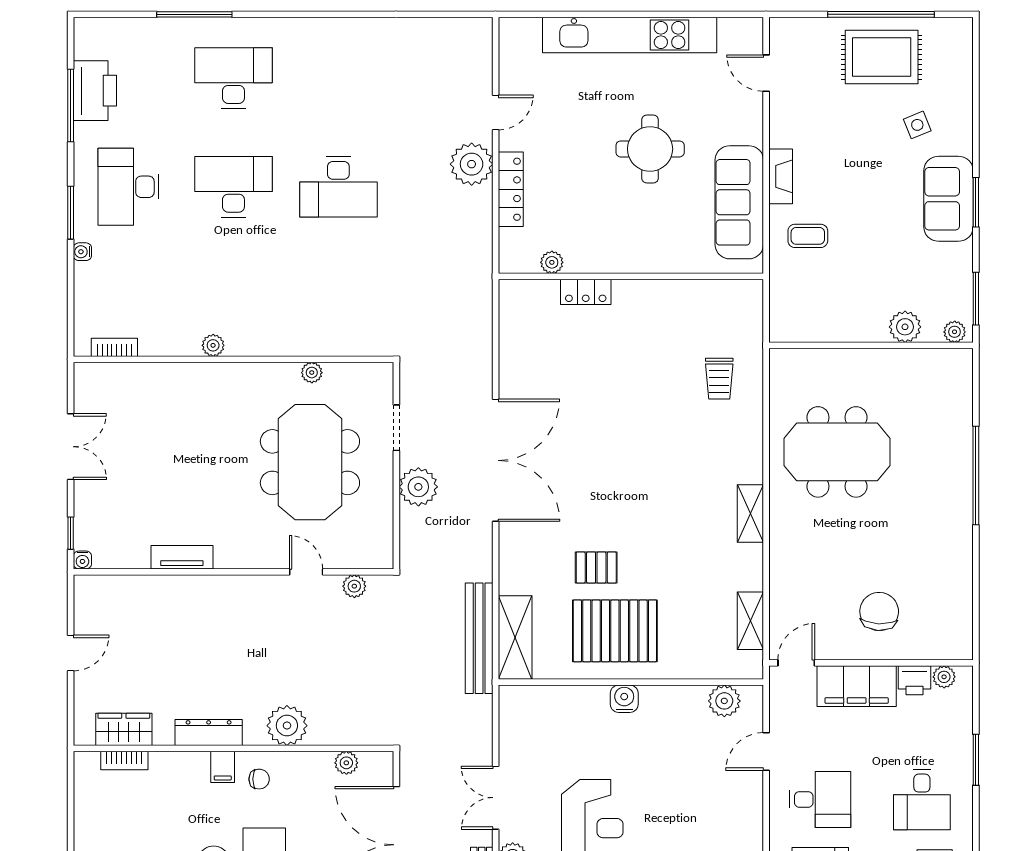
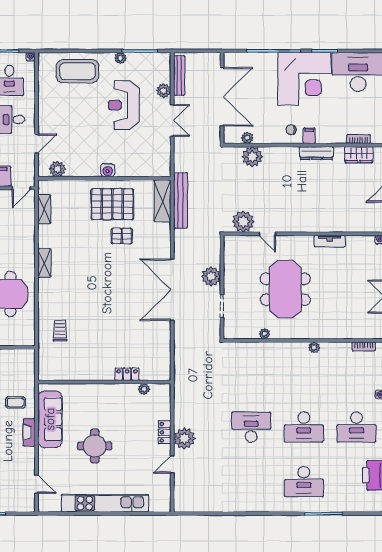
desk: (129, 187) -> (356, 427), turned 90
locker: (511, 189) -> (165, 432), width x0.66
meeting table: (310, 462) -> (285, 289), moved
plant: (354, 586) -> (243, 221), width x1.87, depth x1.87
plant: (287, 726) -> (252, 157), moved

